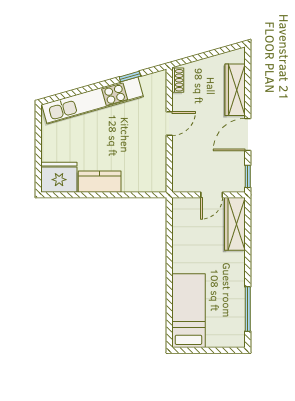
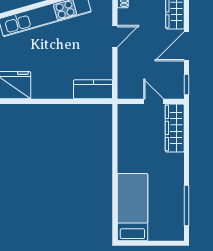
kitchen counter: (100, 182) -> (93, 89), moved
door: (212, 195) -> (154, 101), swing flipped

